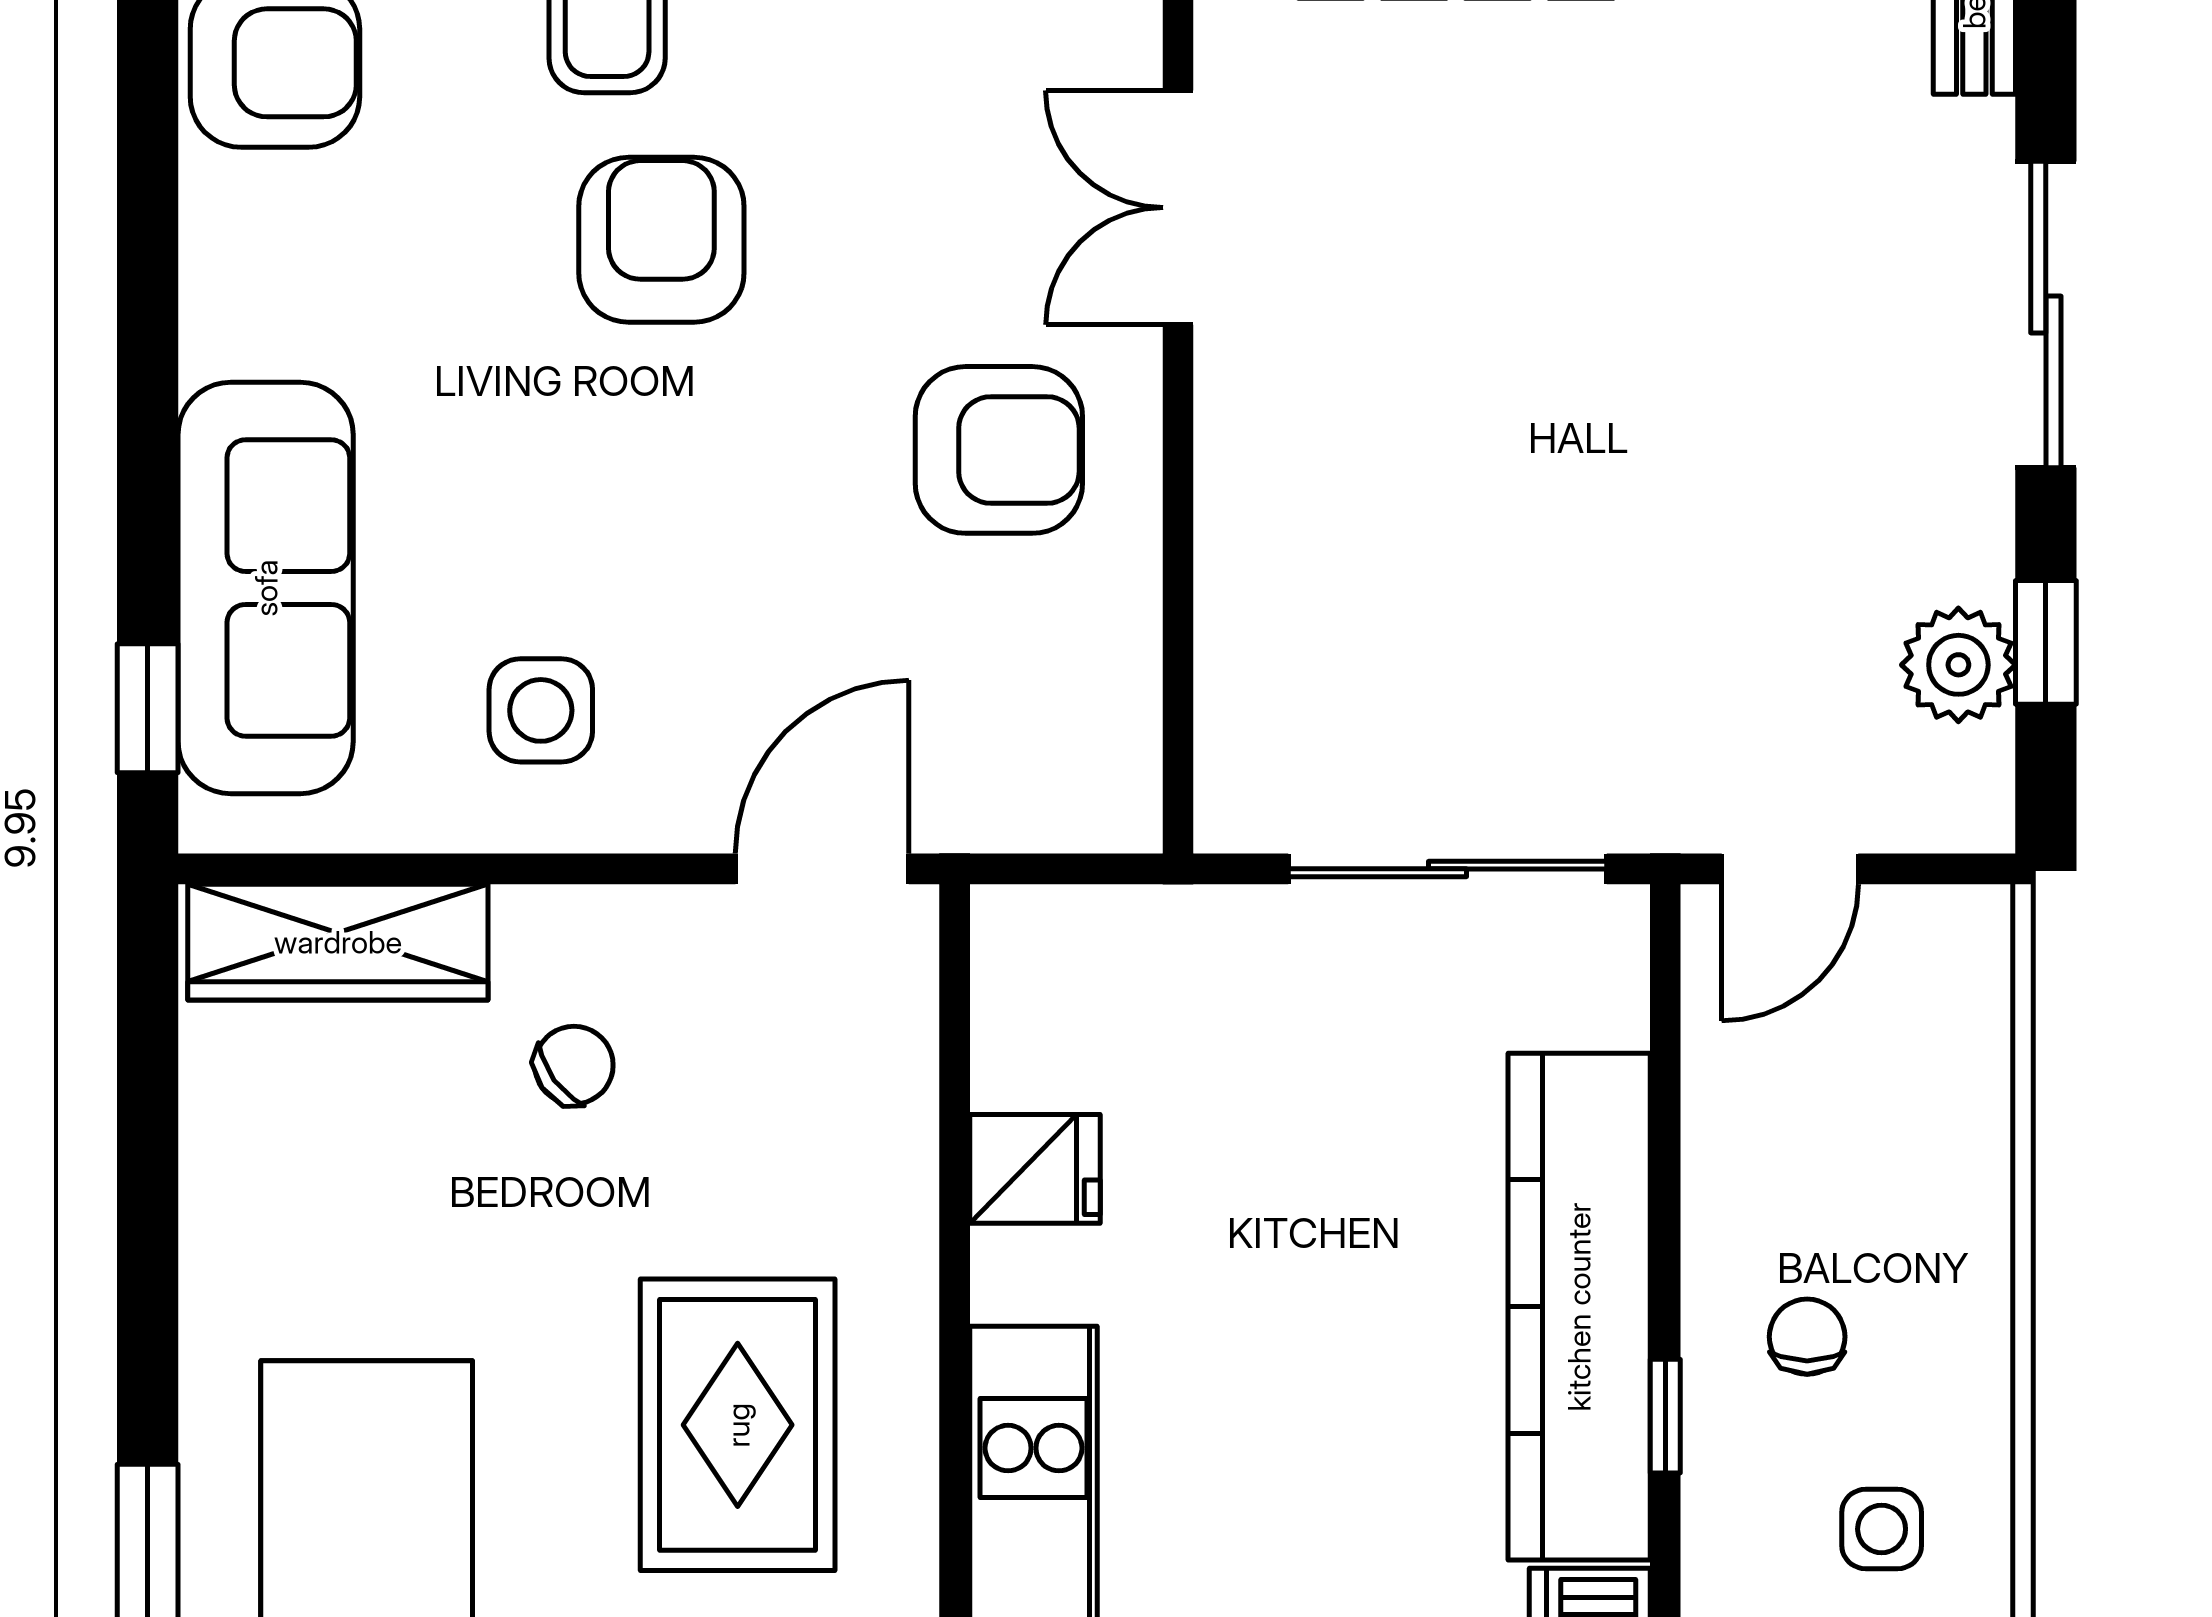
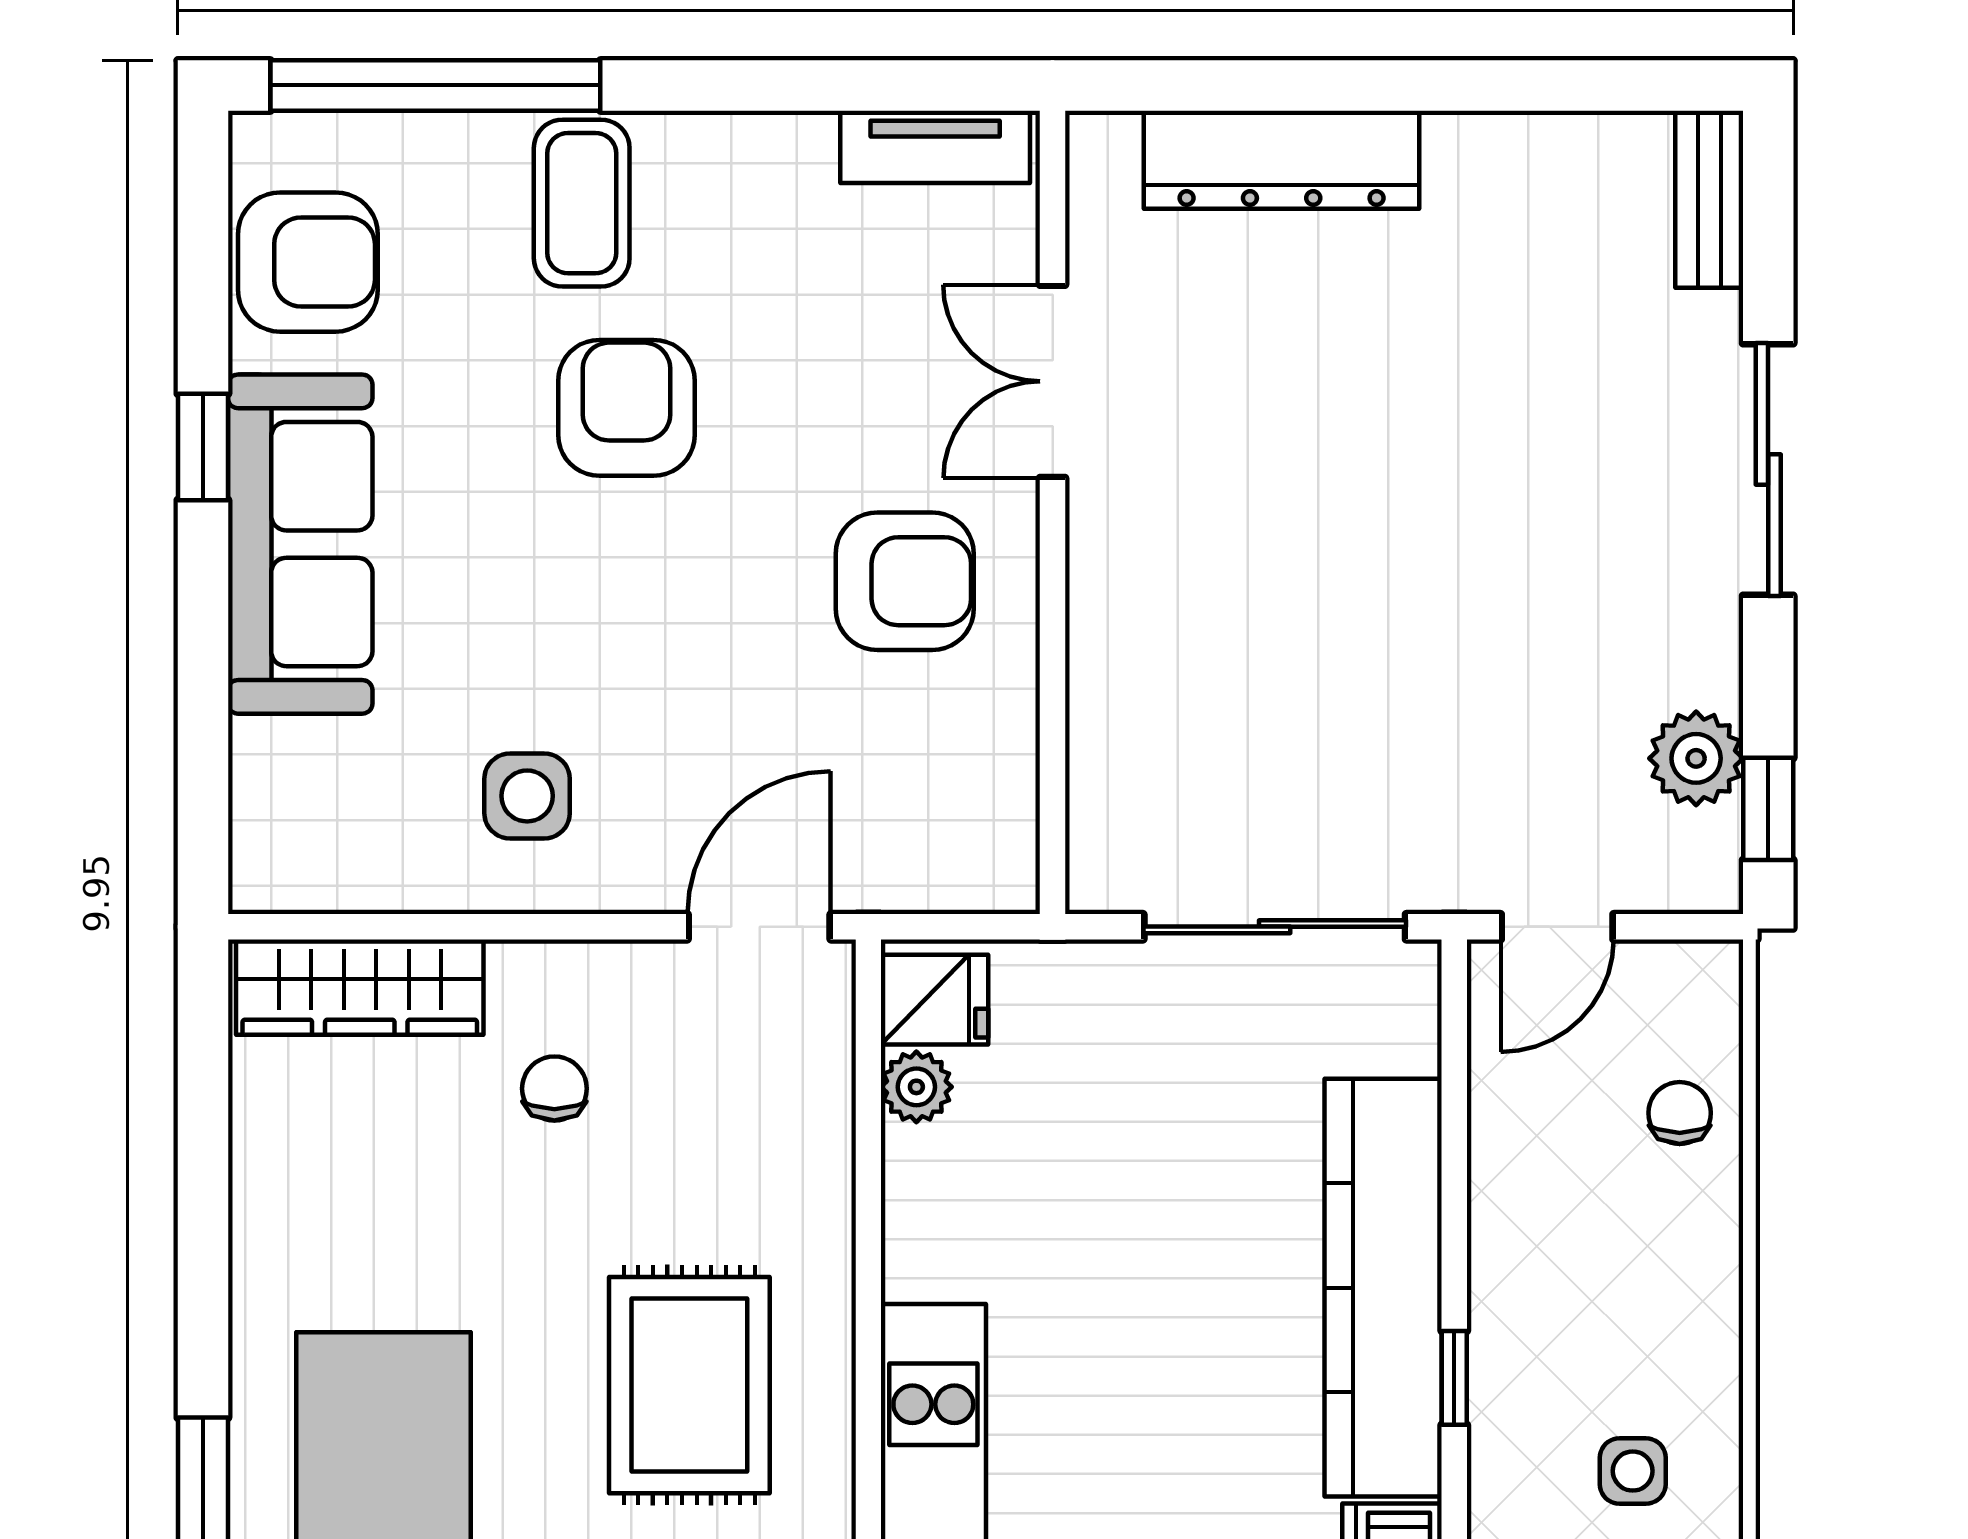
sofa: (266, 588) -> (300, 544), moved
window: (2046, 642) -> (1768, 809), moved
window: (148, 708) -> (203, 447), moved
plant: (1013, 1063) -> (916, 1087), added
chair: (574, 1065) -> (554, 1089), turned -54
fridge: (1035, 1169) -> (935, 1000), moved
chair: (1807, 1337) -> (1680, 1113), moved

